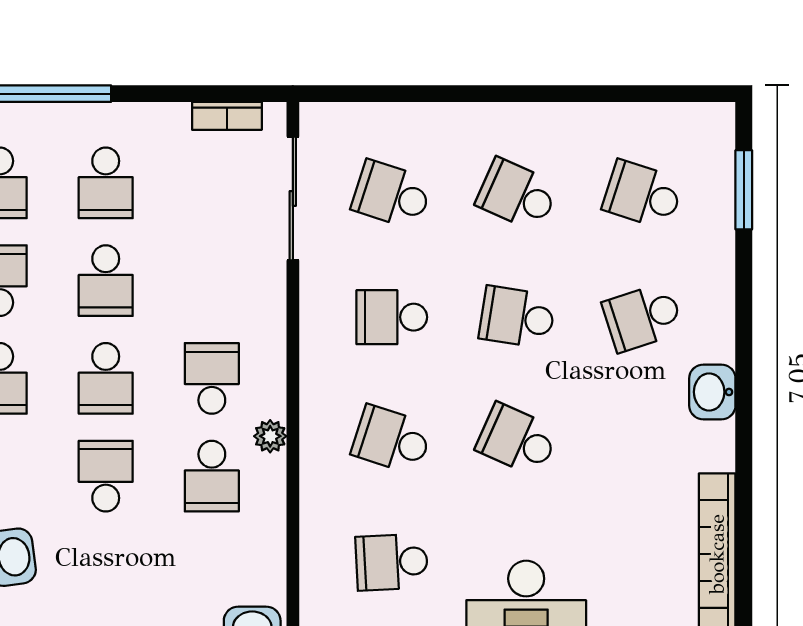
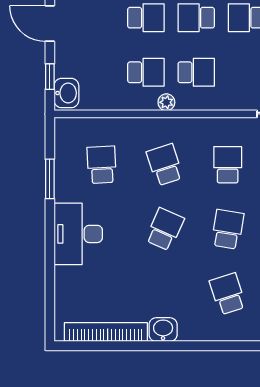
washbasin: (712, 392) -> (163, 330), moved
school desk: (392, 440) -> (165, 165), turned -36
school desk: (212, 476) -> (146, 72), turned 180

